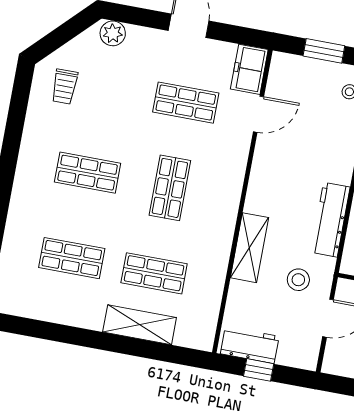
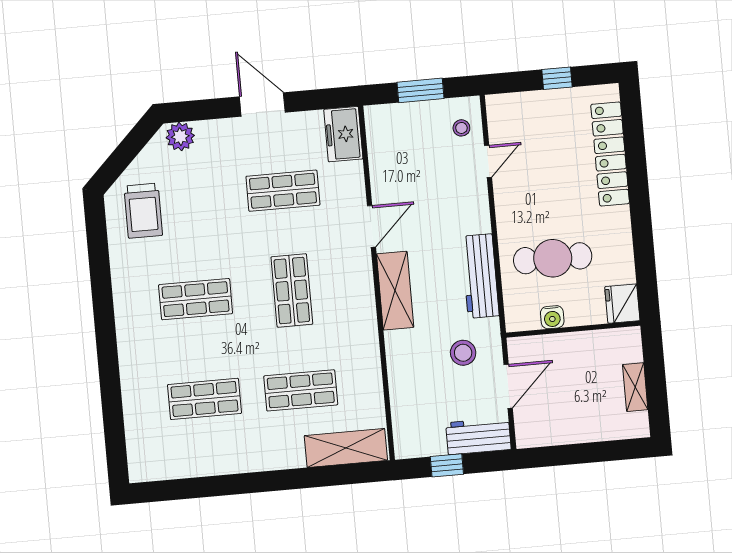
trolley: (65, 87) -> (143, 211), width x1.36, depth x1.39
door: (258, 114) -> (371, 226), moved
shelving: (249, 248) -> (395, 291), moved
shelving: (140, 325) -> (346, 448), moved
workbench: (250, 345) -> (478, 436), moved

